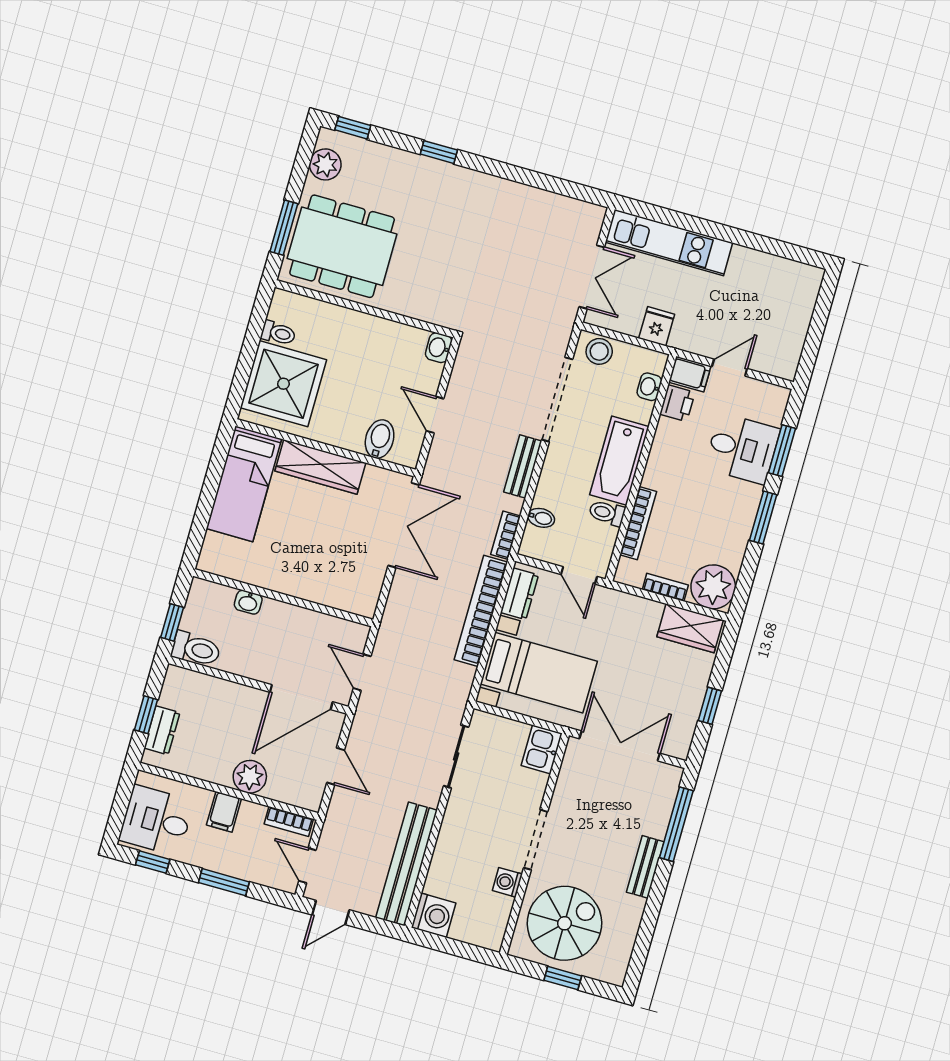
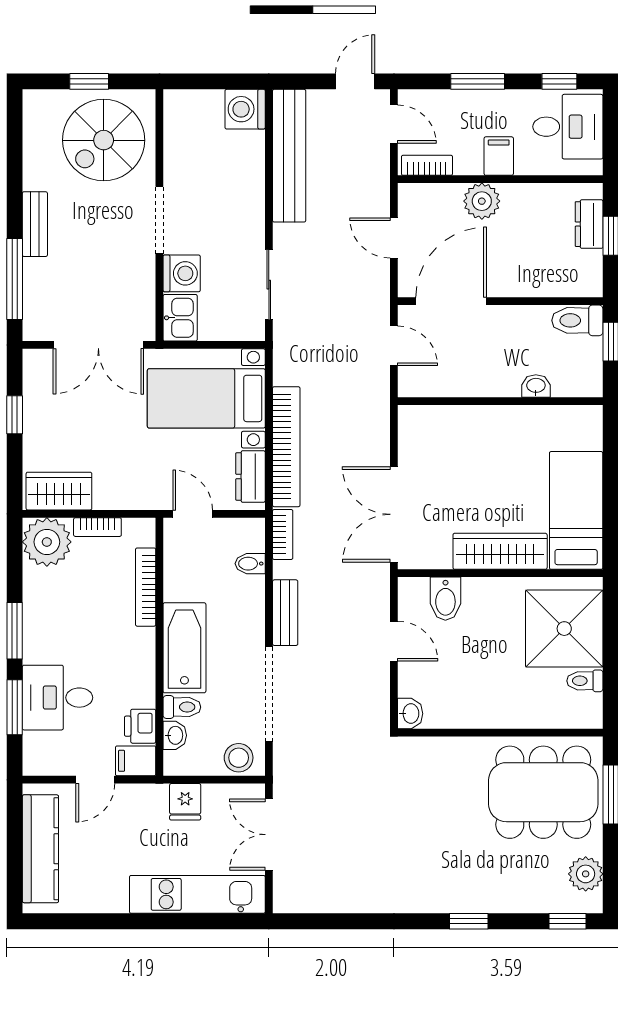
kitchen counter: (794, 321) -> (40, 849), added
toilet: (607, 513) -> (182, 707), moved
washing machine: (507, 882) -> (182, 273), moved, width x1.38, depth x1.38

